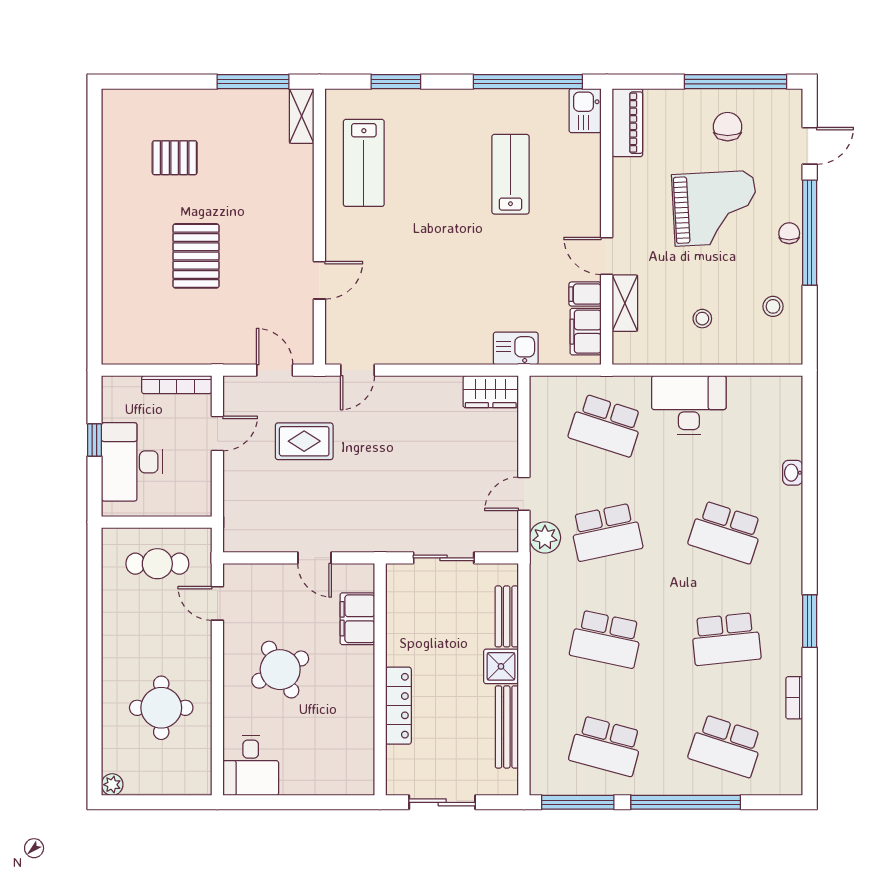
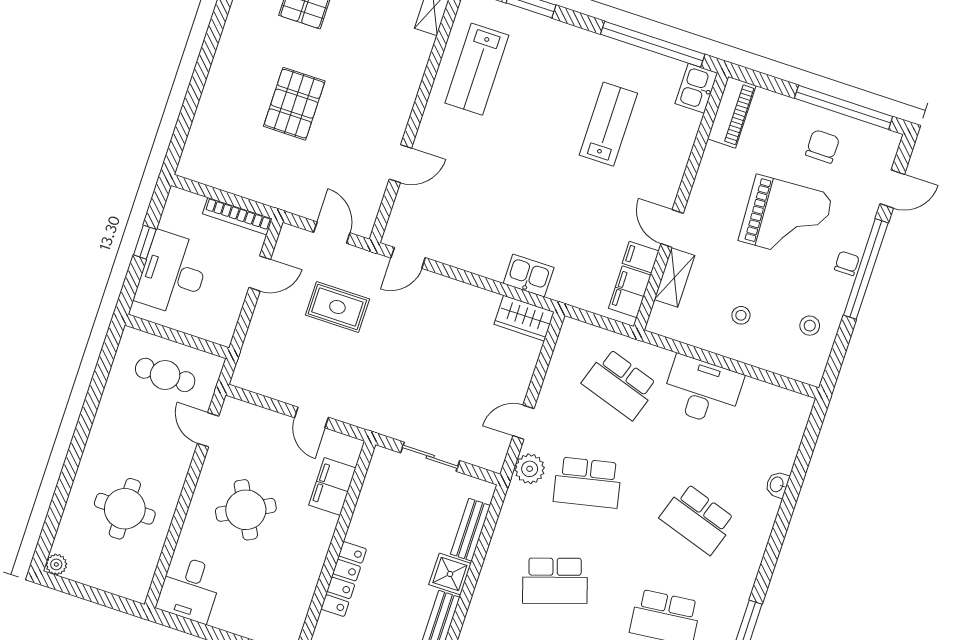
kitchen sink: (516, 348) -> (529, 276), moved
school desk: (606, 639) -> (555, 581), turned -30

